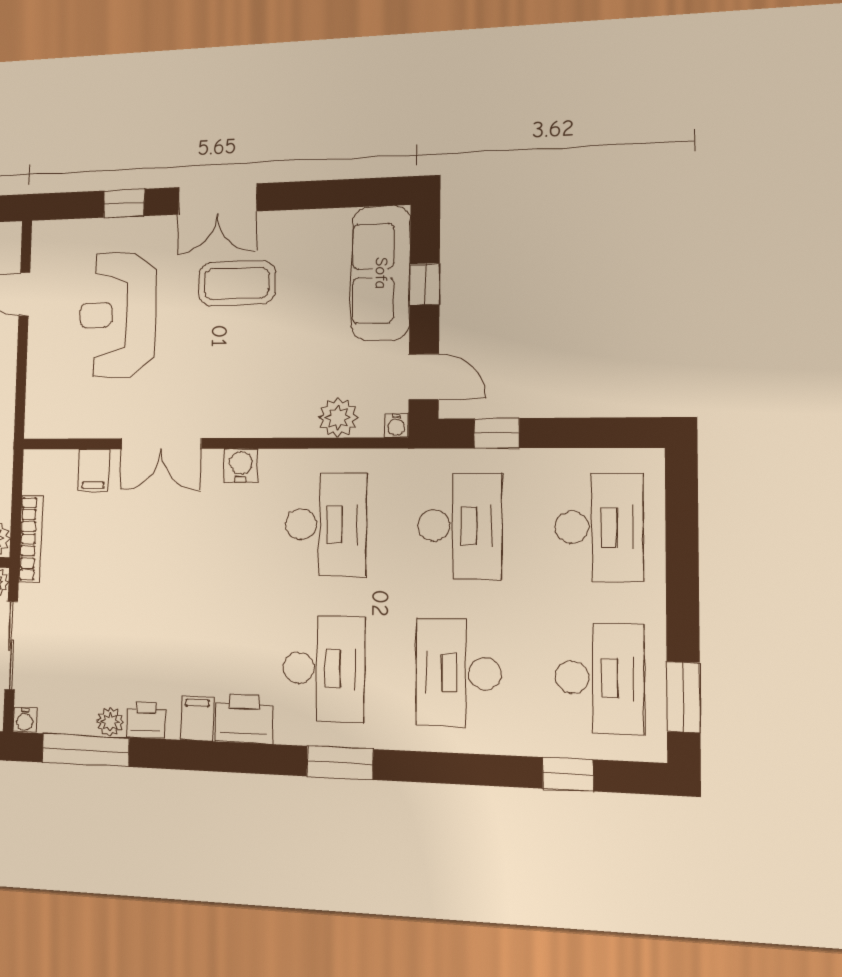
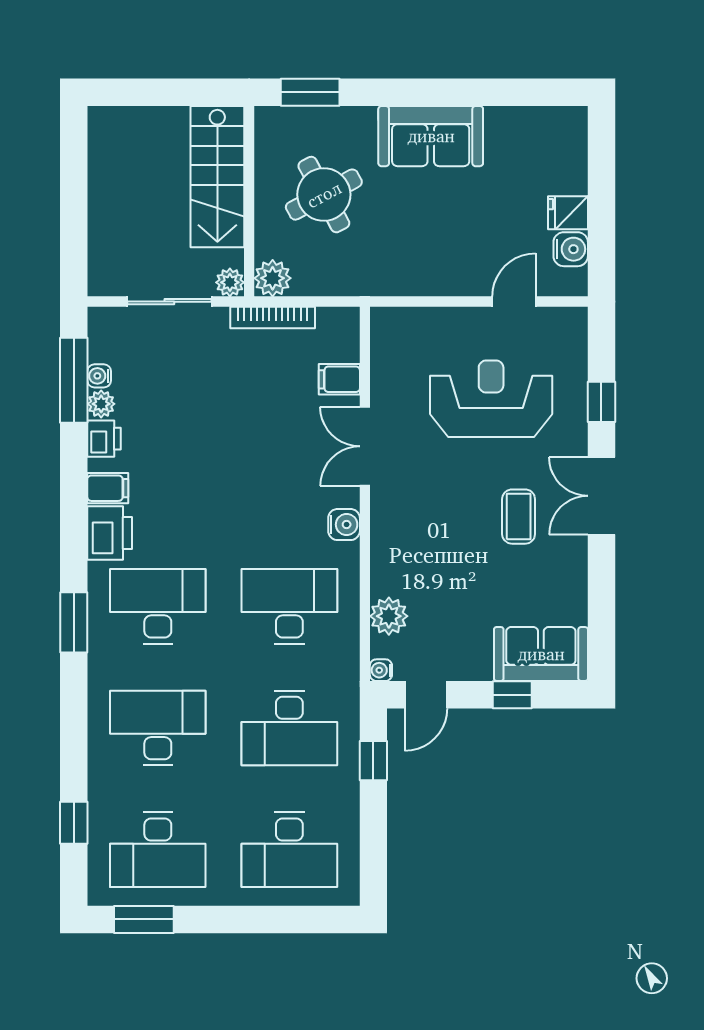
sofa: (381, 273) -> (541, 654), width x0.73
coffee table: (237, 283) -> (519, 517), width x0.73, depth x0.77
desk: (326, 524) -> (289, 606), turned 180
desk: (324, 668) -> (158, 606), turned 180
water cooler: (25, 720) -> (99, 376), moved

